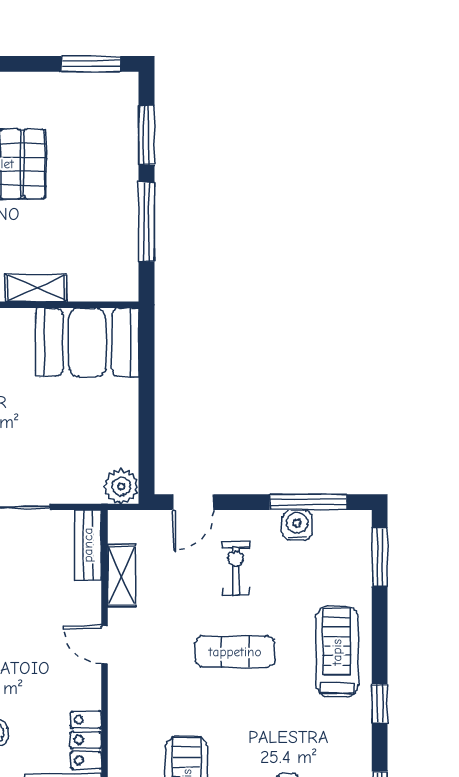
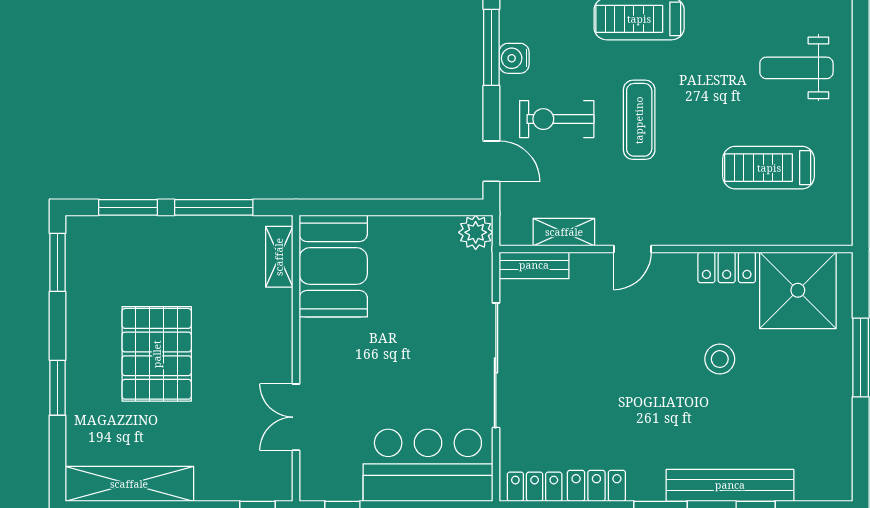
shelving: (36, 288) -> (279, 257), moved
exercise bike: (236, 568) -> (557, 119), width x1.38, depth x1.39

